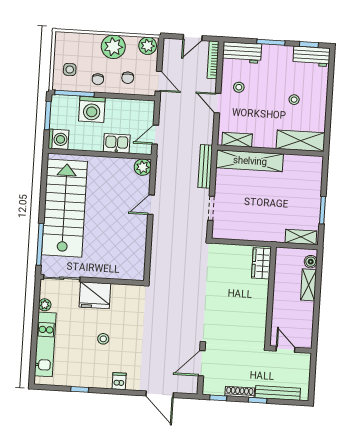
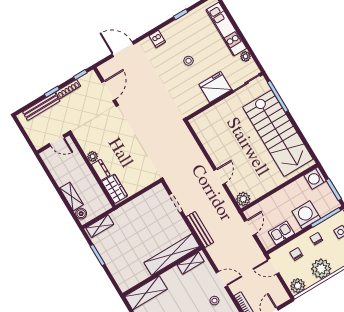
kitchen sink: (117, 143) -> (281, 233), moved, turned 180
dresser: (262, 291) -> (101, 170), added
plant: (261, 310) -> (93, 156), added

